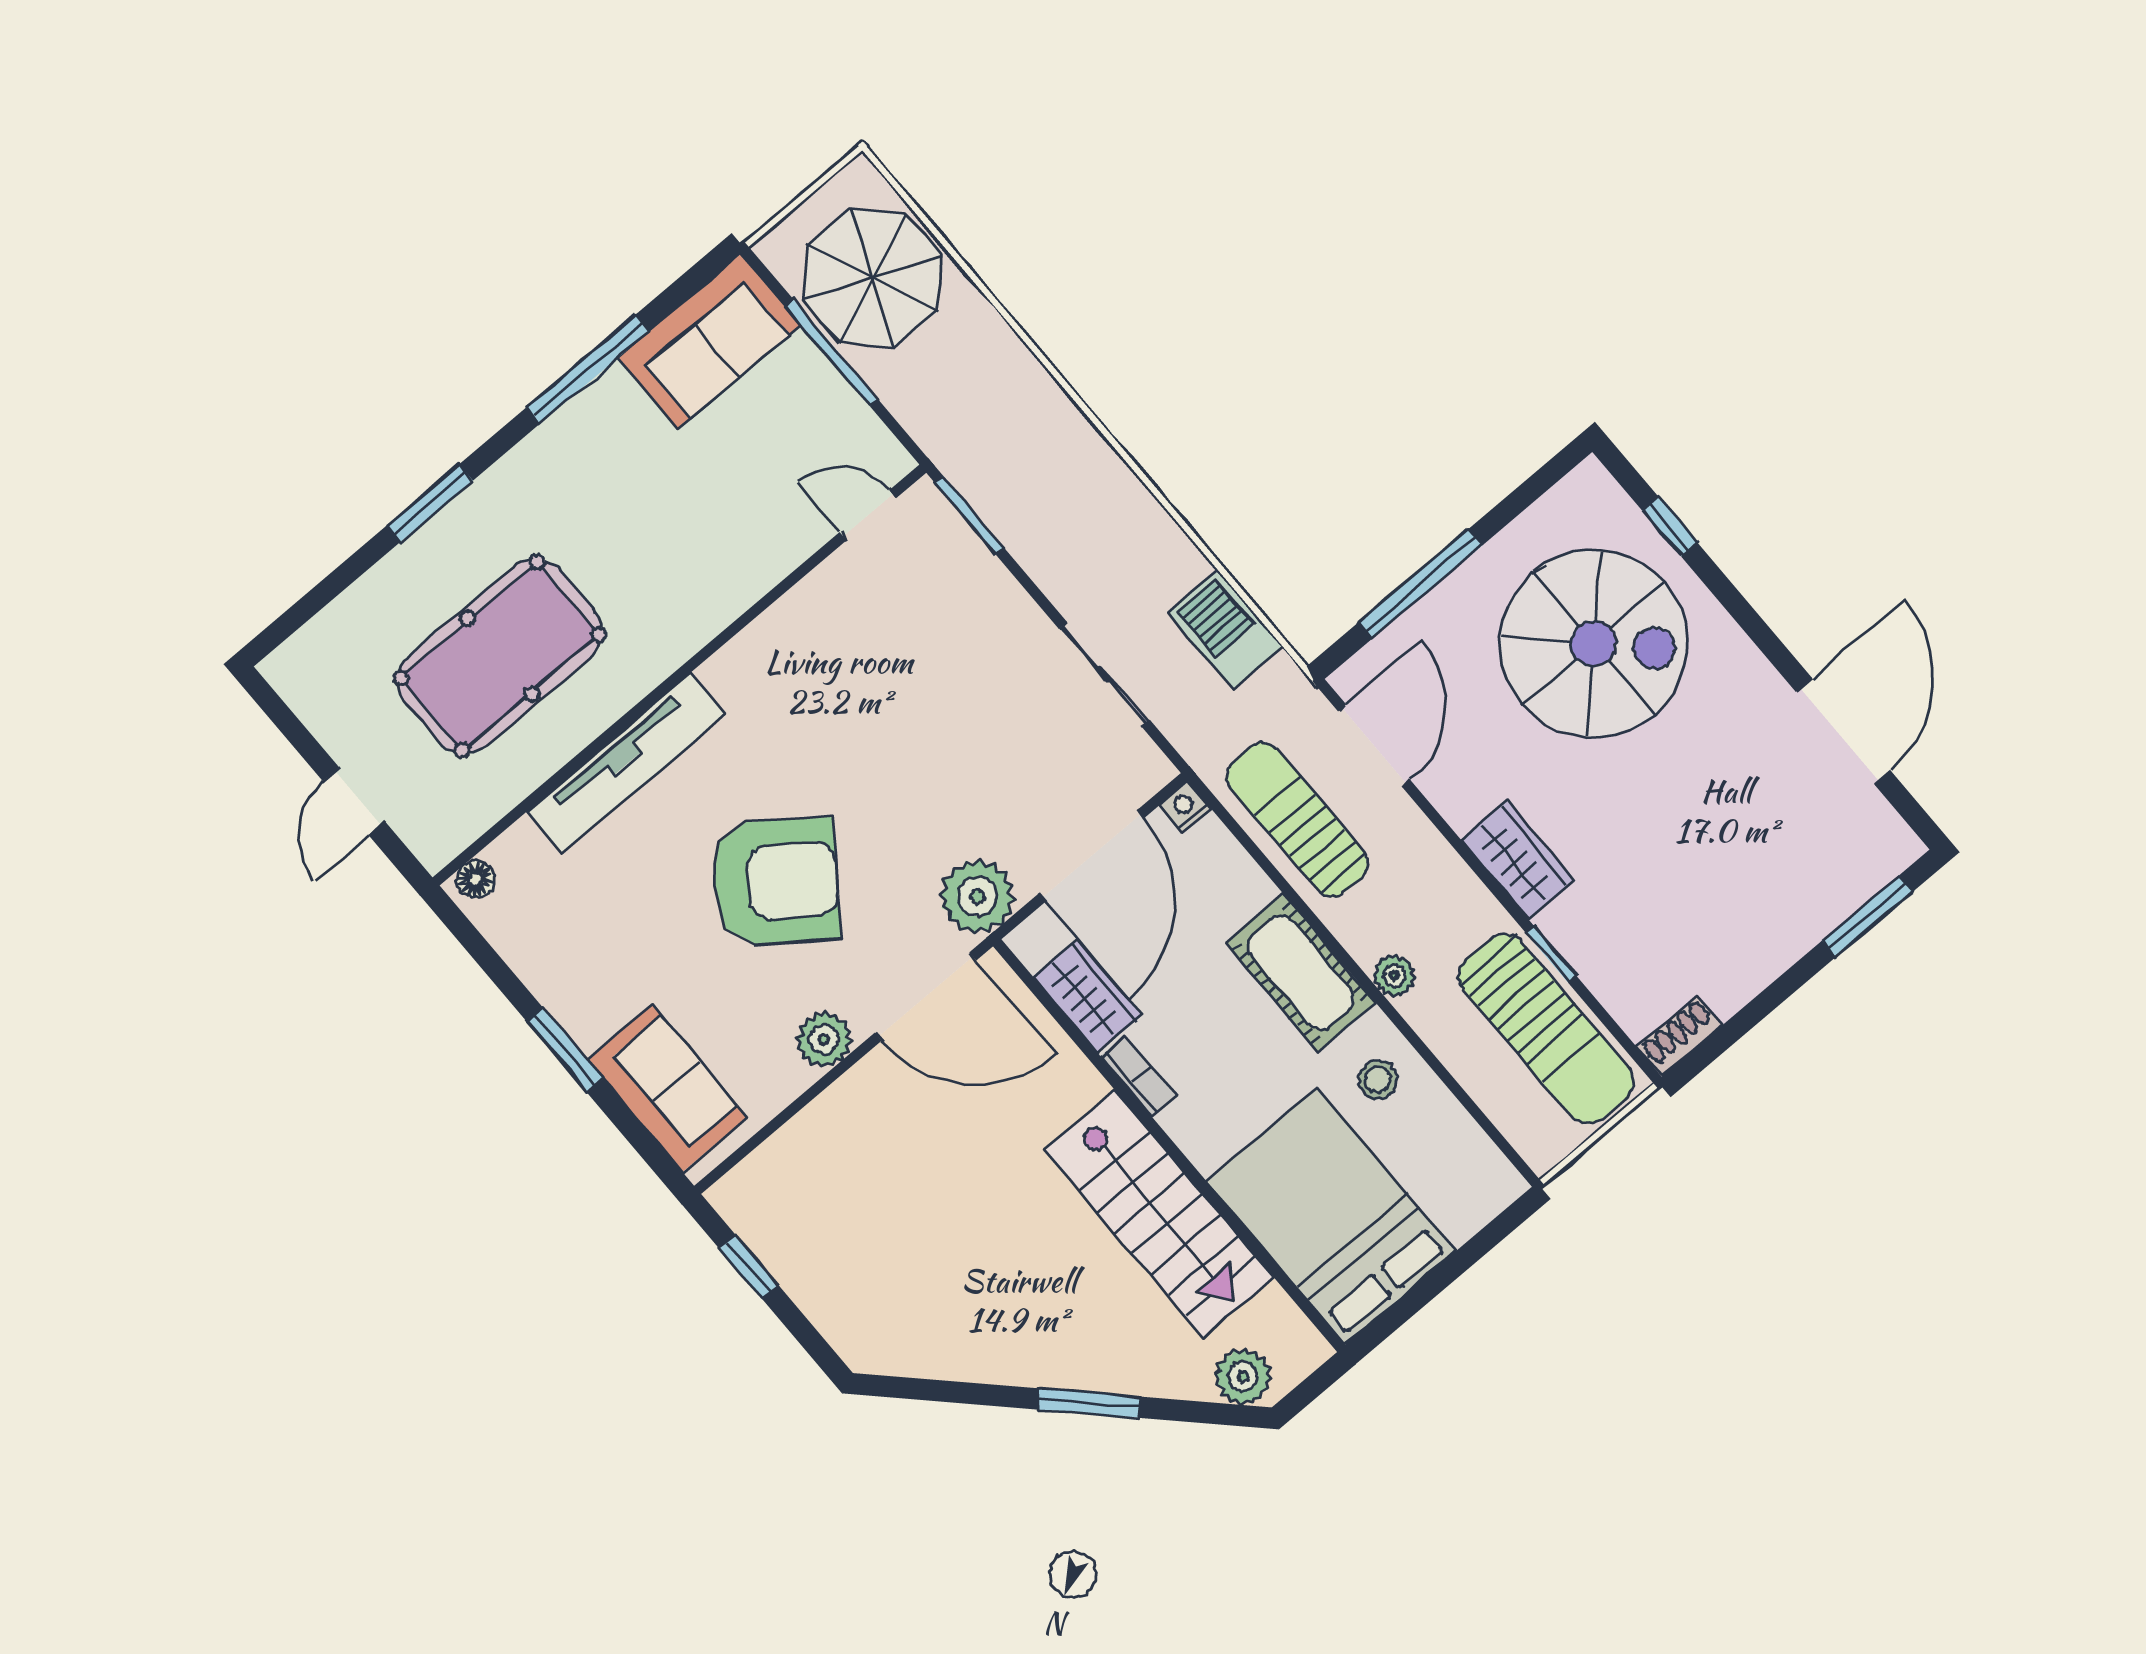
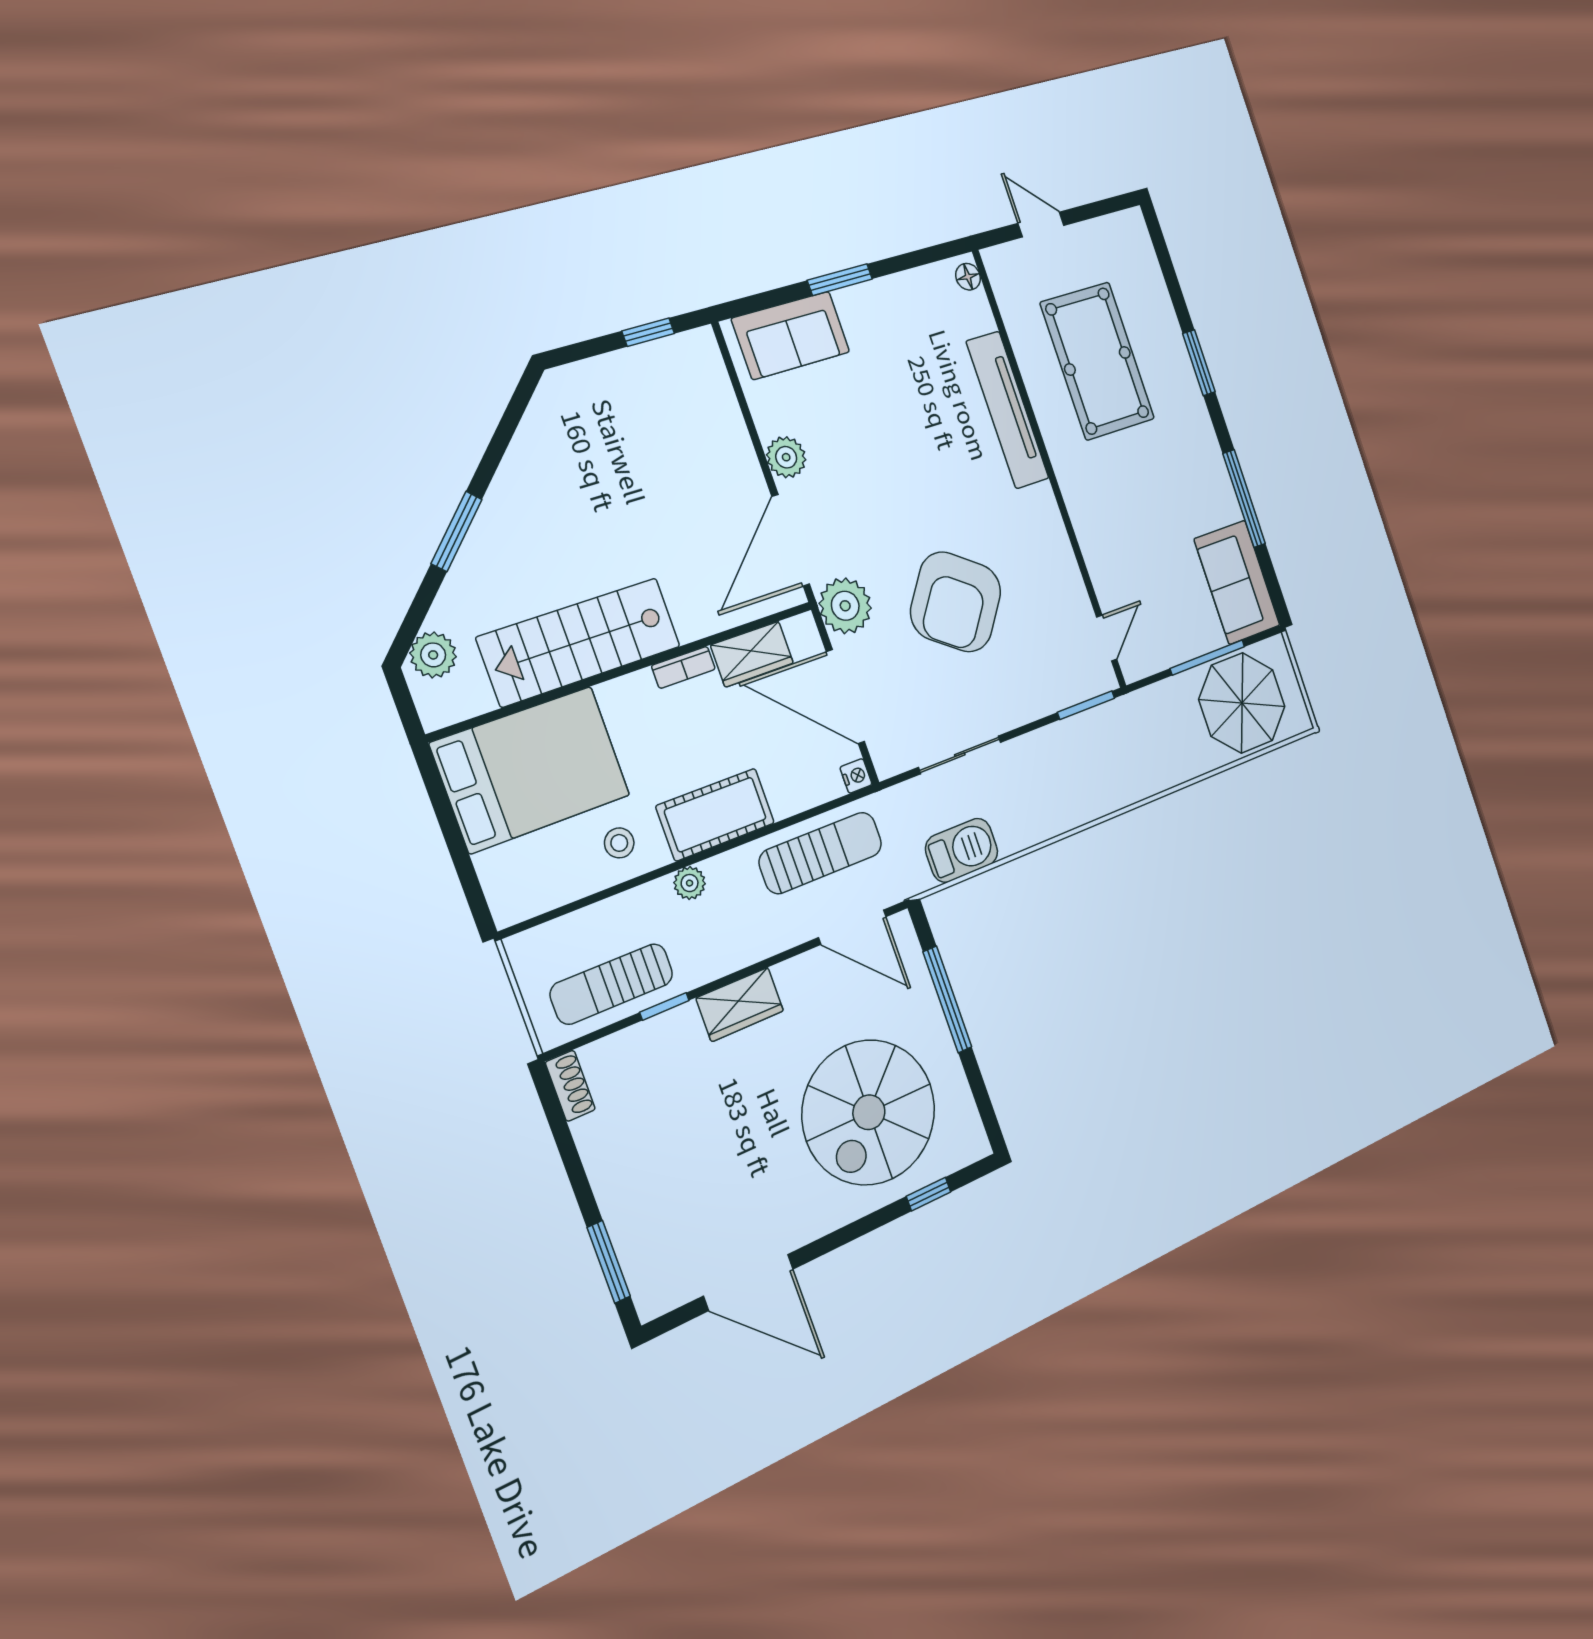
armchair: (775, 882) -> (956, 602), moved
sun lounger: (1546, 1029) -> (612, 984), width x0.73, depth x0.75

